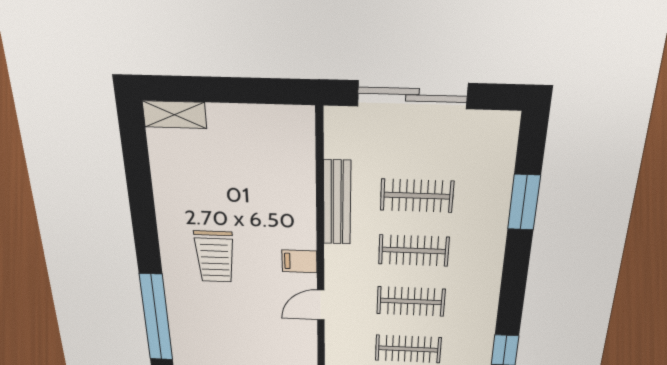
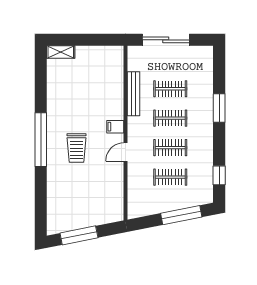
window: (524, 202) -> (219, 108), moved
trolley: (215, 257) -> (76, 148), moved
window: (156, 318) -> (41, 140), moved

